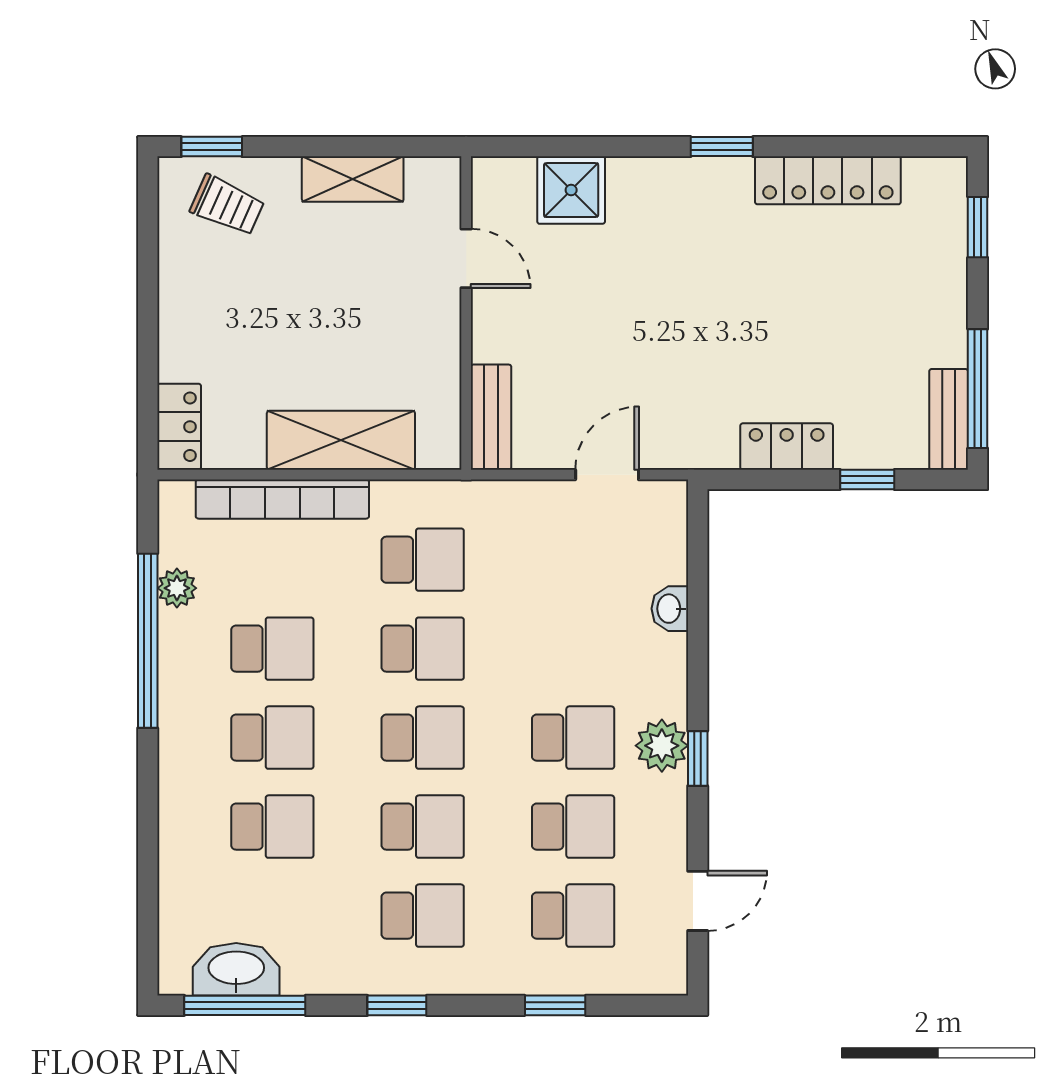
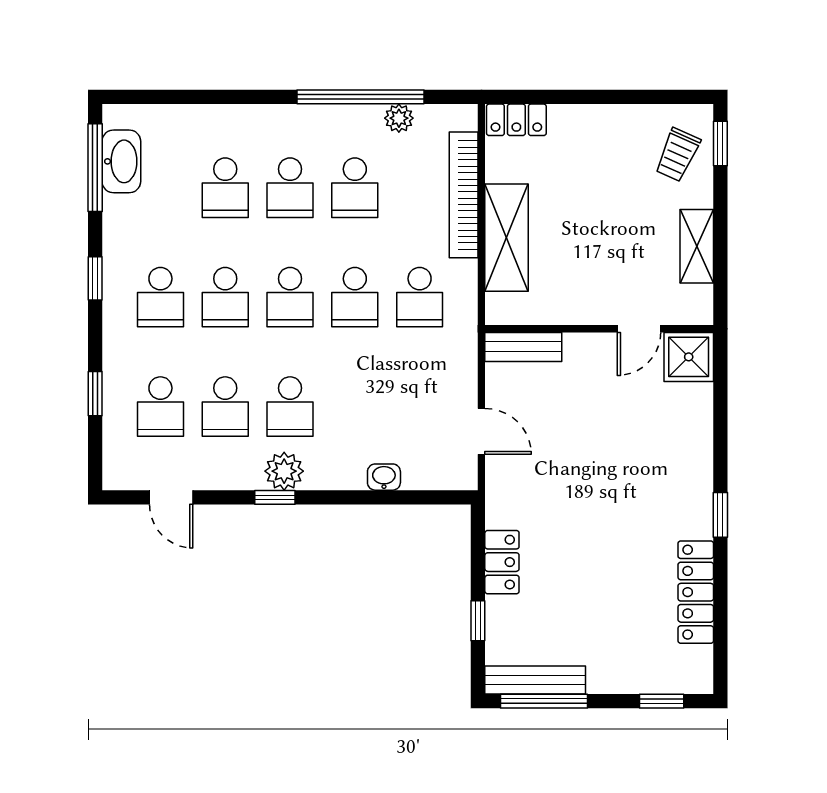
shower: (571, 190) -> (689, 357), moved
bench: (949, 419) -> (535, 680), width x1.36

